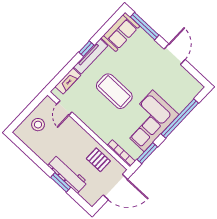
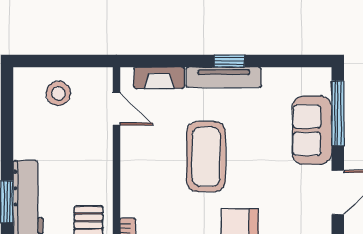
sofa: (120, 32) -> (312, 130), moved, turned 90
door: (64, 108) -> (116, 109), swing flipped

